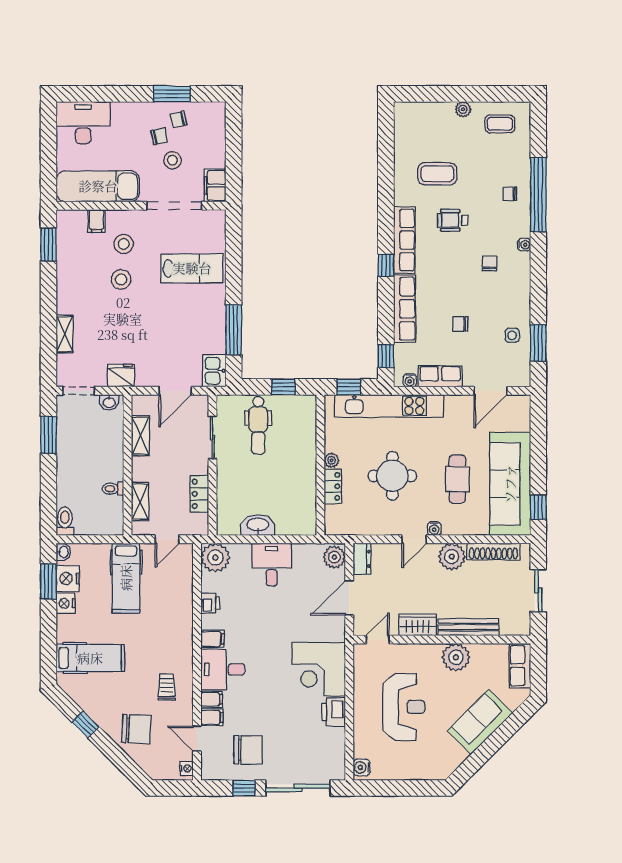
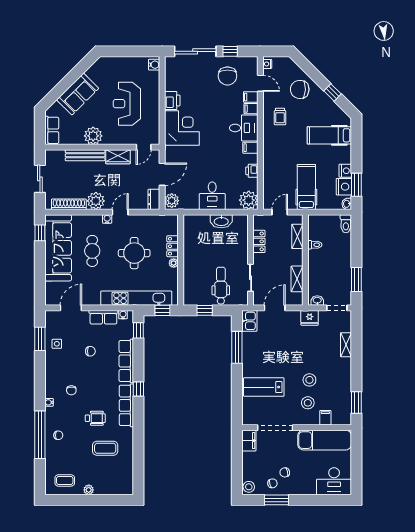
stool: (173, 160) -> (249, 487), moved
chair: (248, 750) -> (227, 76), turned -90

